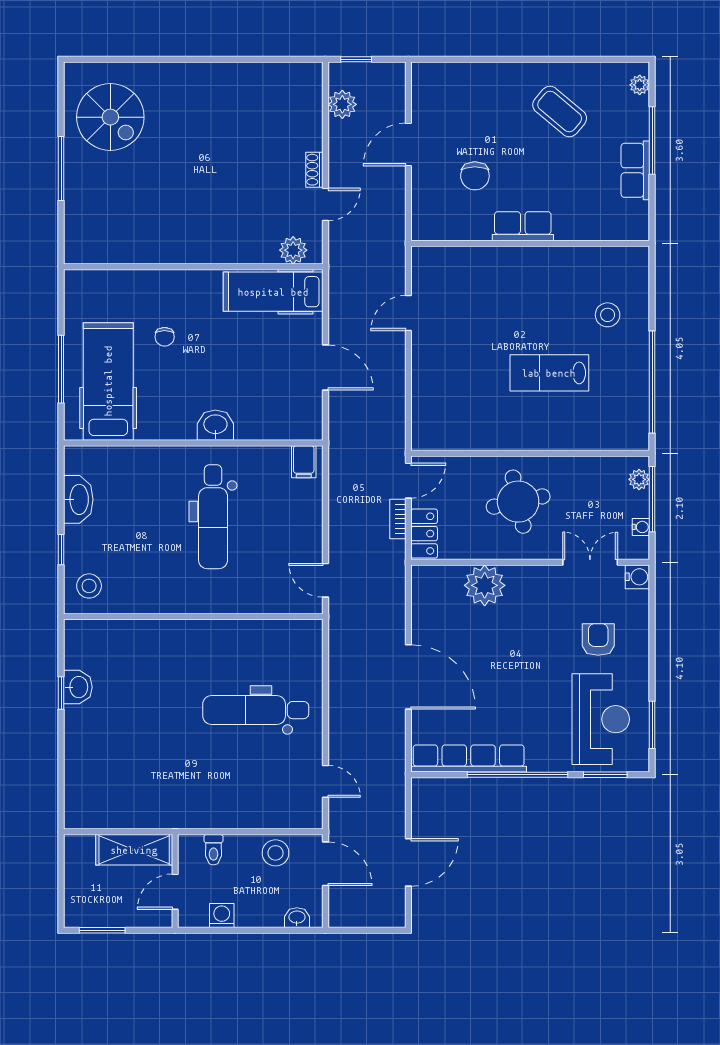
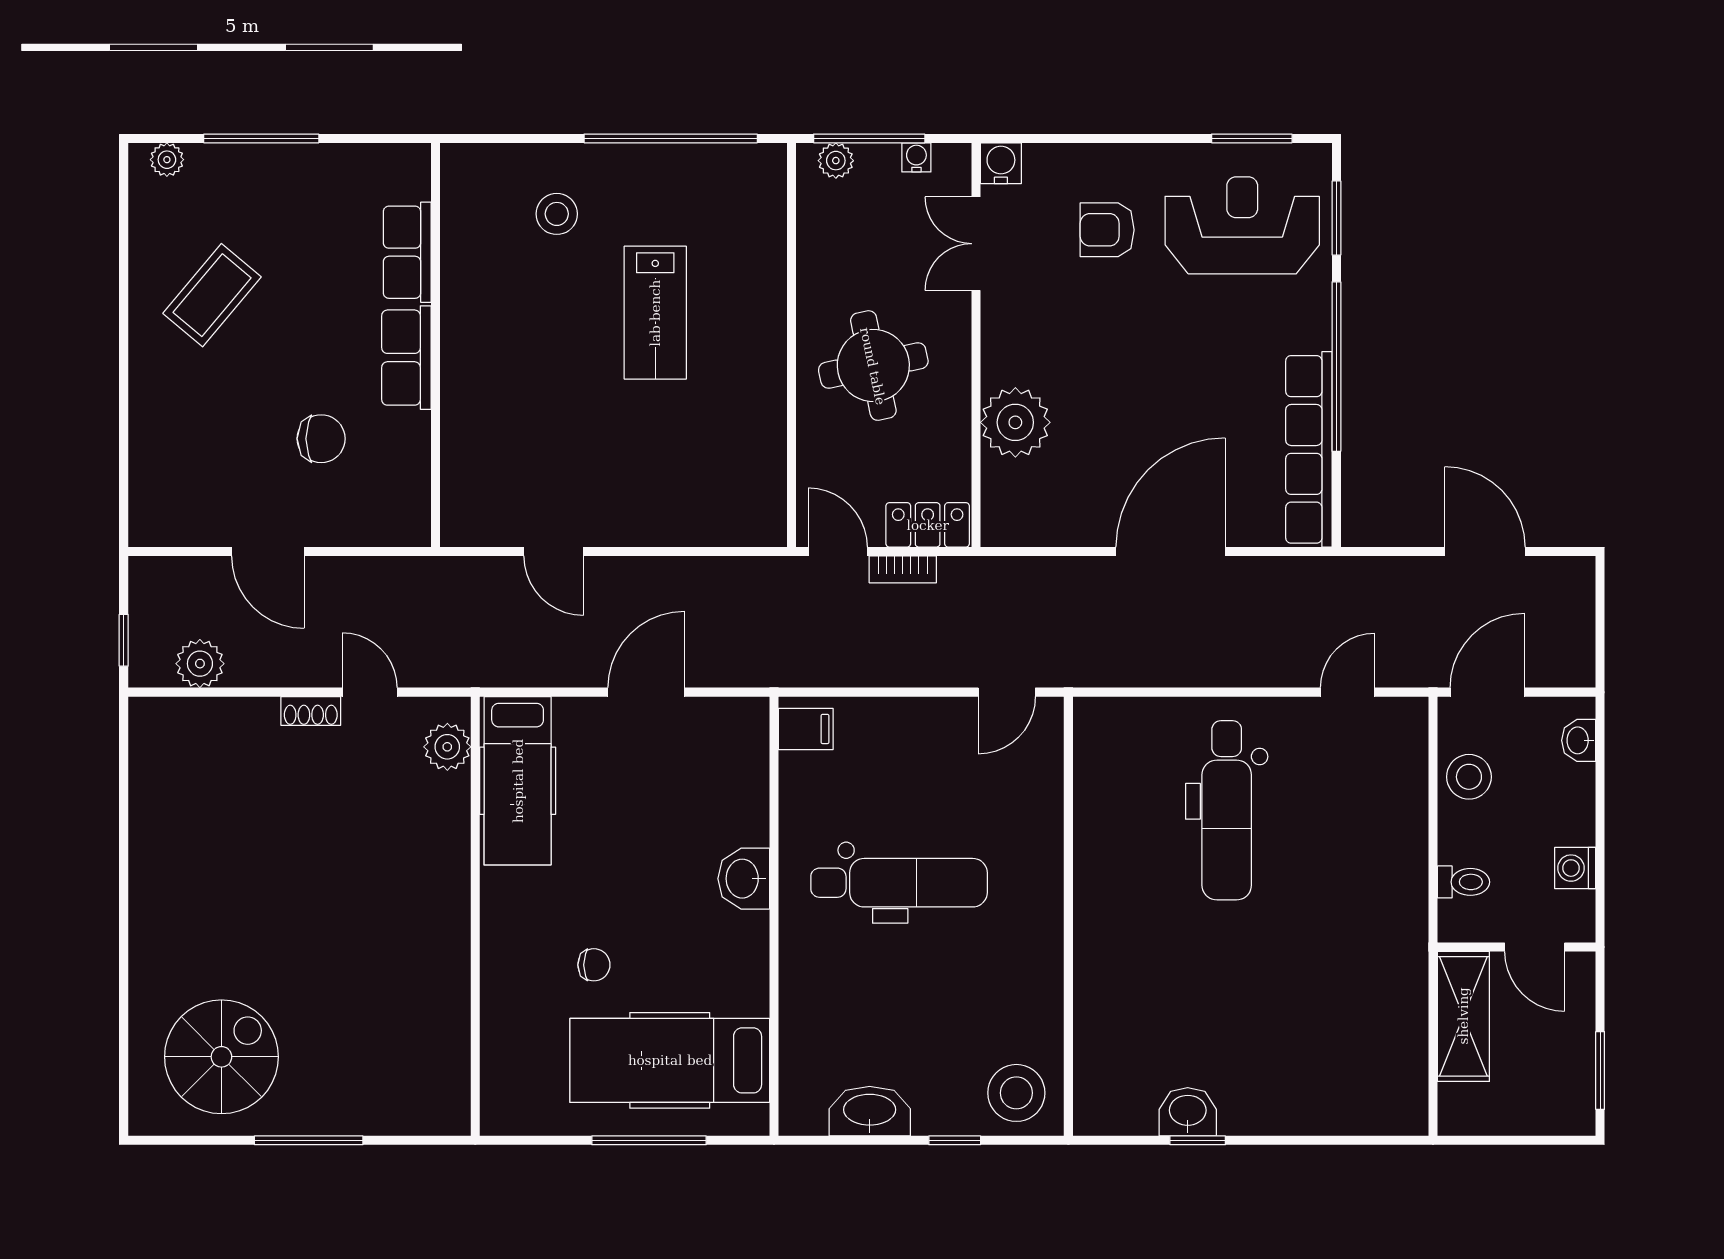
row of seats: (635, 170) -> (407, 252), moved, turned 90
stool: (89, 586) -> (1016, 1093), width x1.38, depth x1.38

